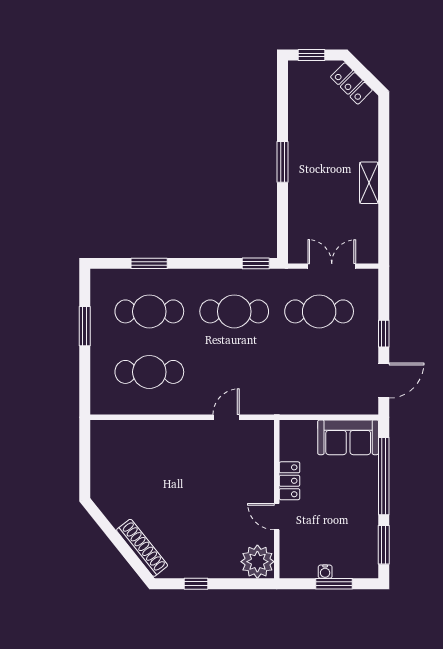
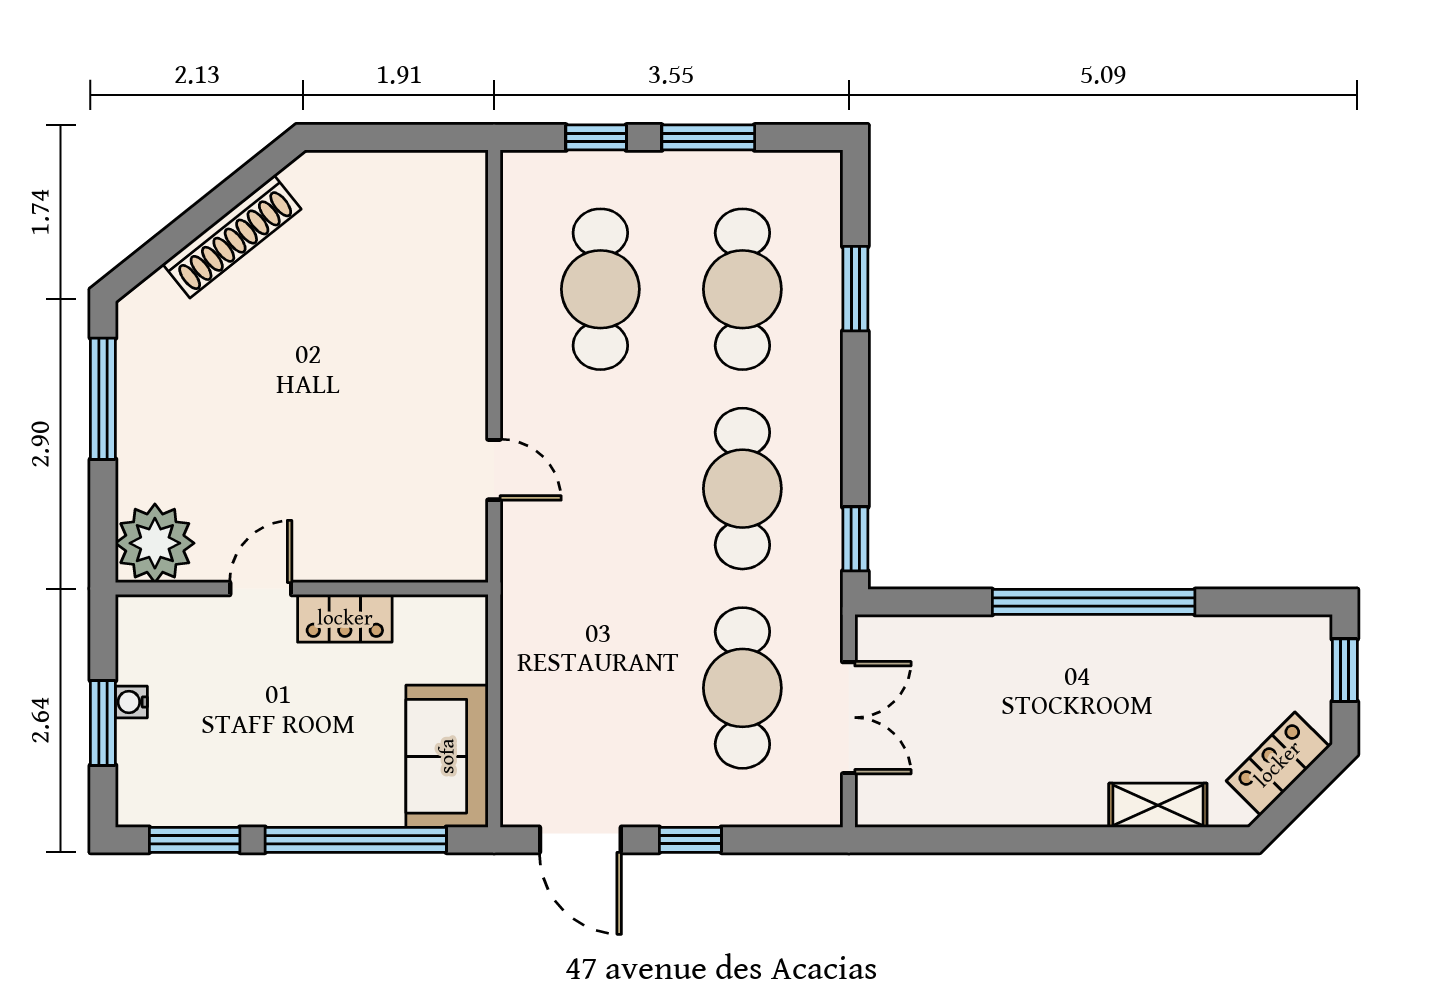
window: (283, 162) -> (1094, 602), width x2.11
shelving: (369, 183) -> (1158, 805), moved
window: (85, 374) -> (596, 137), added
shoe rack: (142, 548) -> (232, 237), moved
window: (196, 584) -> (103, 399), width x2.17

